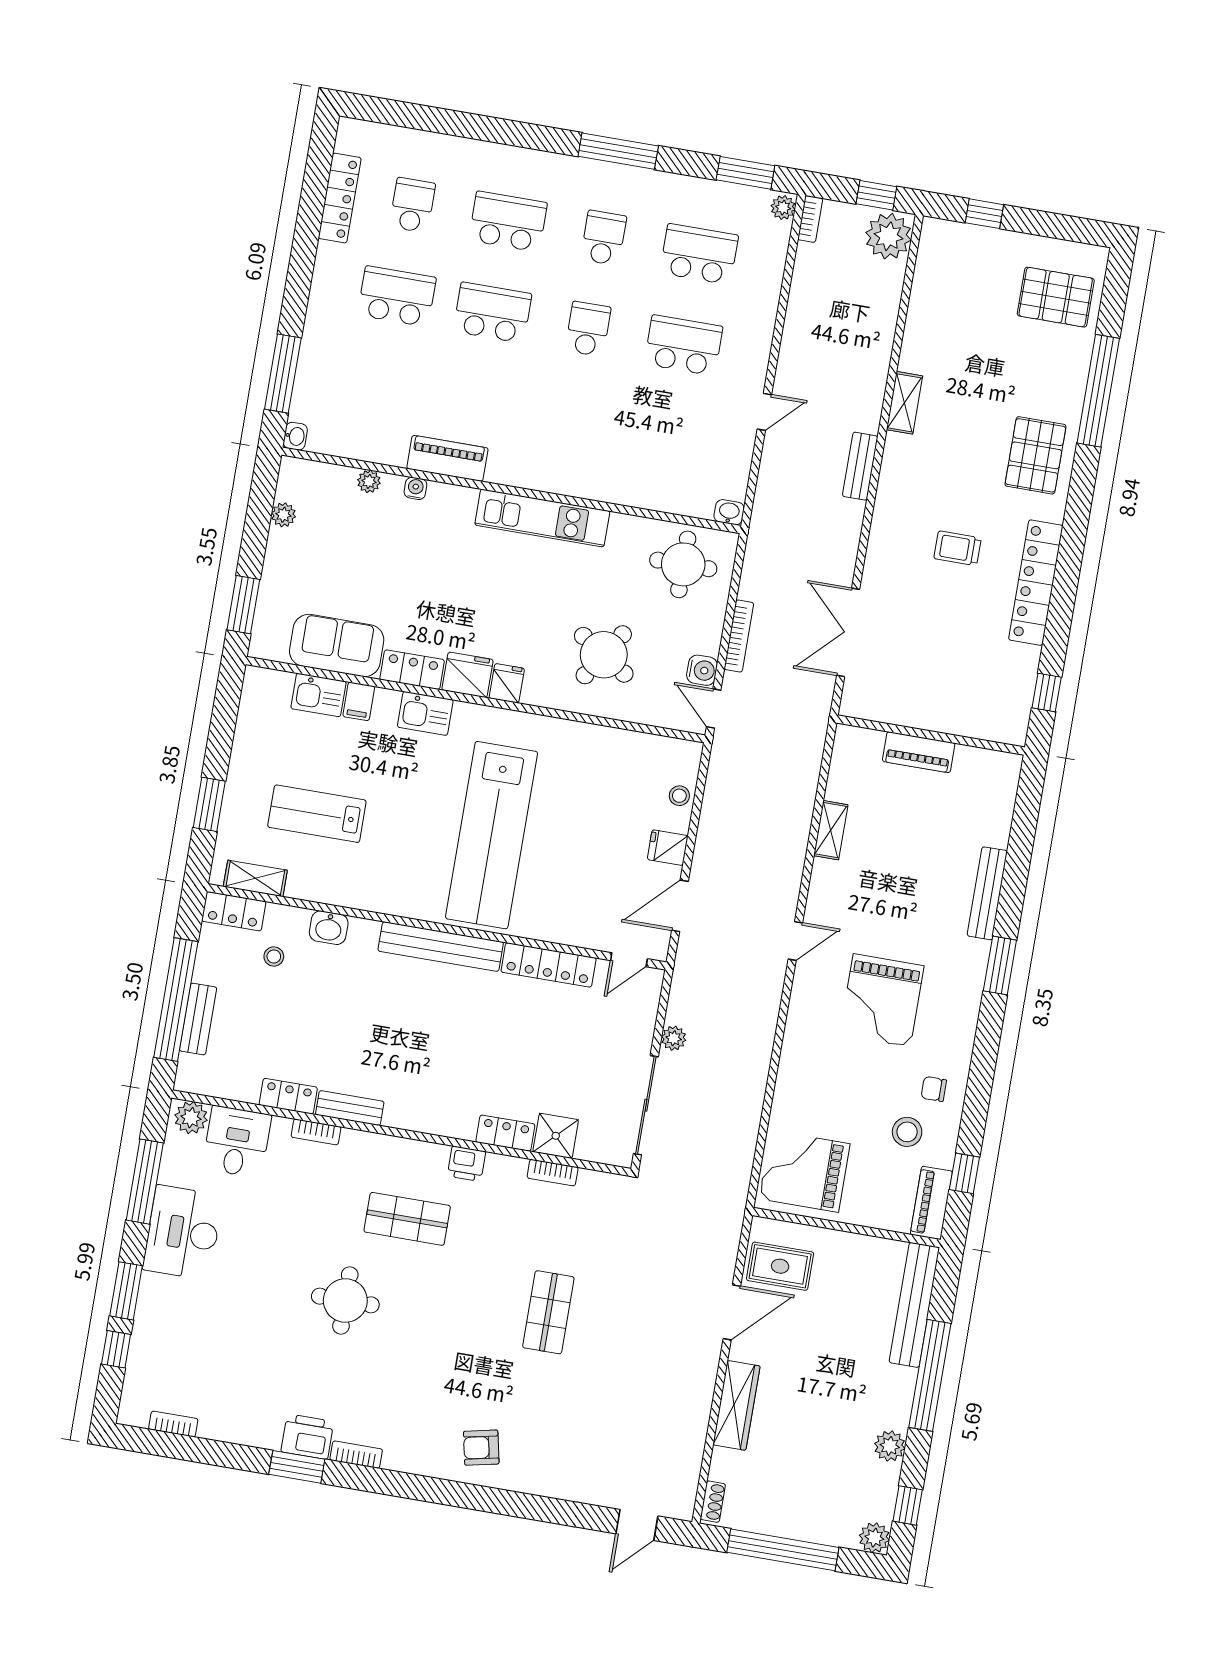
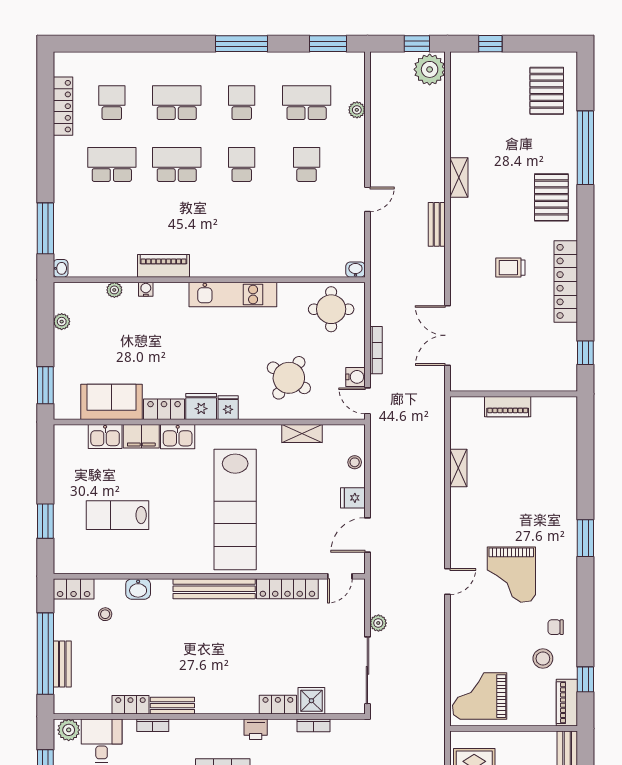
plant: (783, 208) -> (357, 110), moved
bookcase: (810, 219) -> (376, 67), removed
pallet: (1056, 297) -> (547, 91), turned 90
school desk: (684, 345) -> (307, 165), width x0.54
filing cabinet: (359, 701) -> (141, 436), width x2.00
shelving: (255, 878) -> (302, 433), moved
bench: (987, 893) -> (569, 492), removed
door: (795, 941) -> (448, 582), moved

